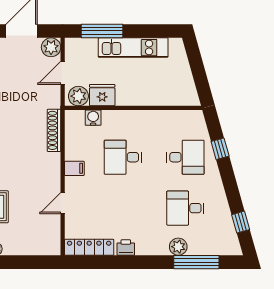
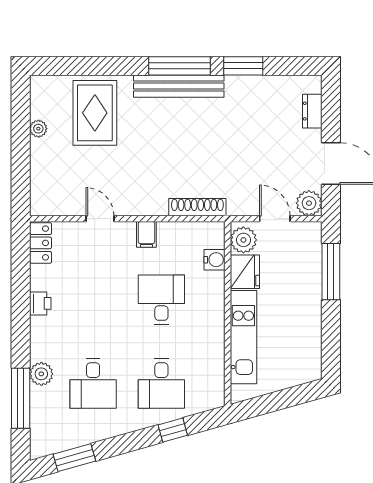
kitchen unit: (133, 48) -> (243, 337), moved, turned 180
desk: (185, 208) -> (93, 384), turned 180
window: (241, 222) -> (74, 458), width x1.50
locker: (89, 247) -> (40, 243), width x0.66

